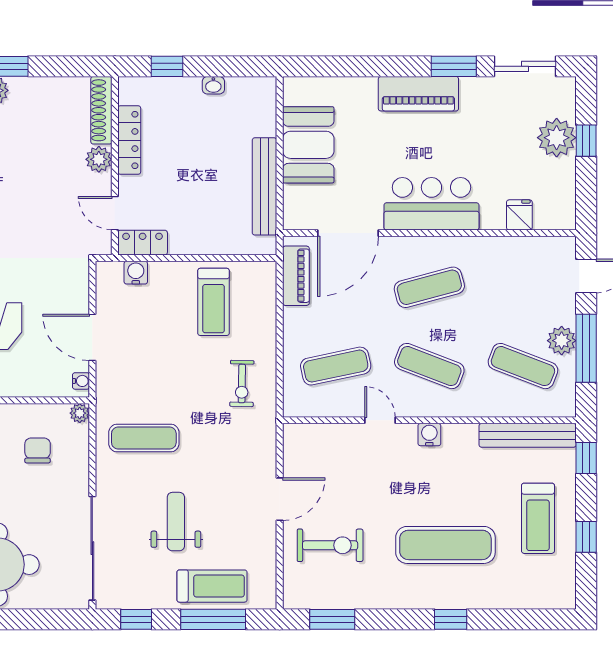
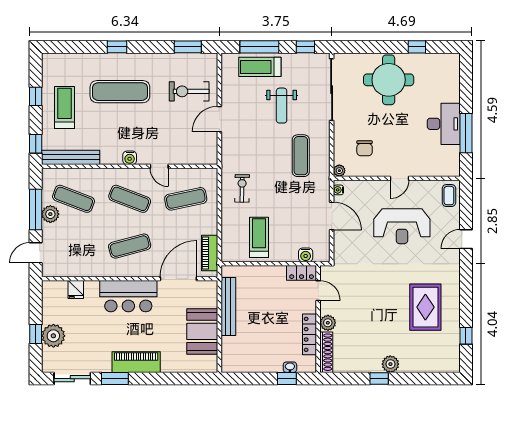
washbasin: (213, 85) -> (290, 367), moved
exercise mat: (144, 438) -> (301, 156), turned 90

